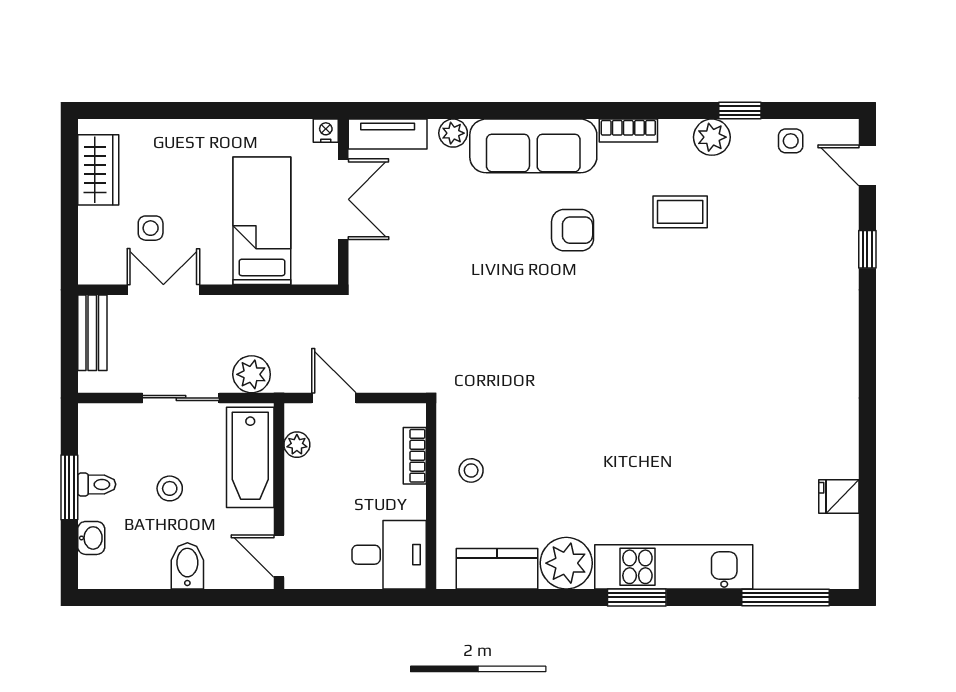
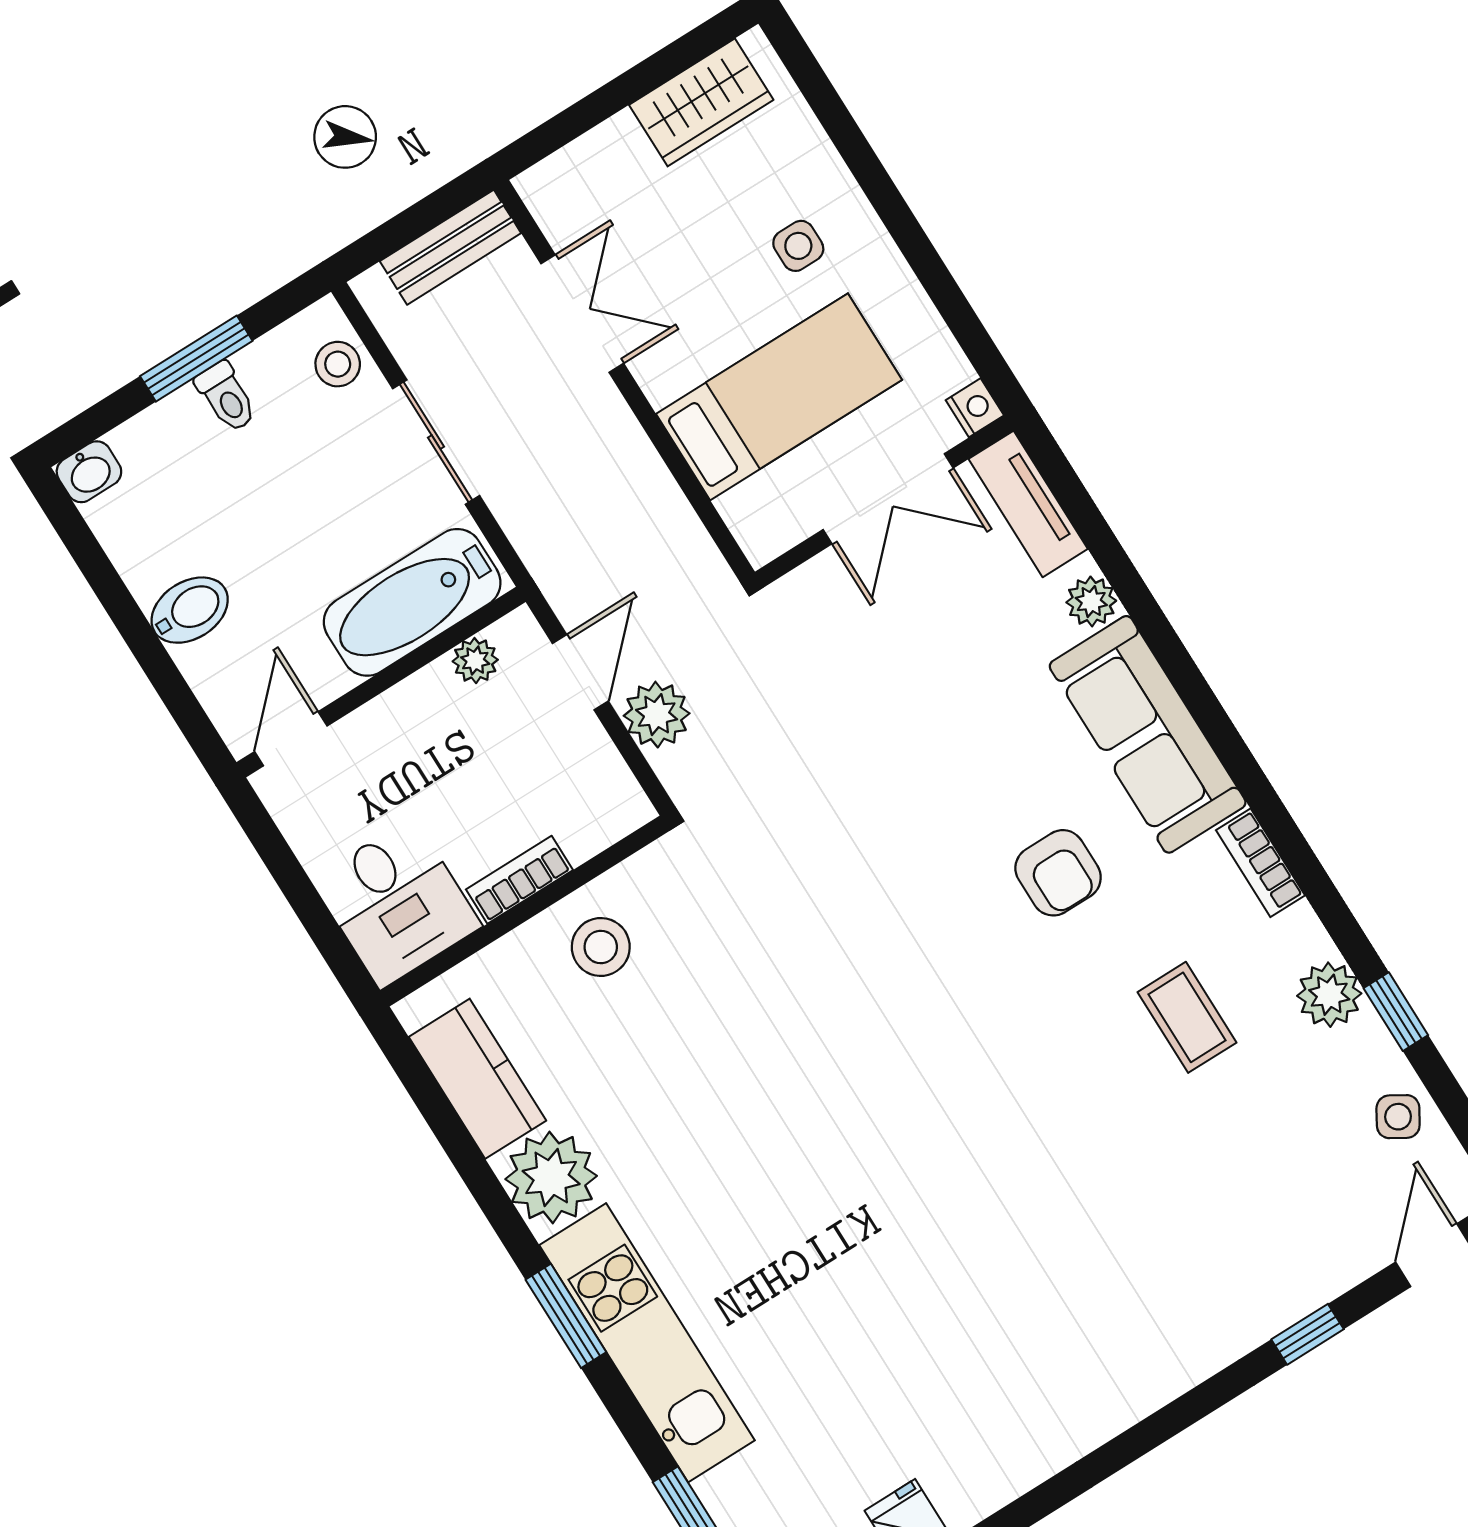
side table: (791, 141) -> (1398, 1117), turned 31
side table: (151, 228) -> (798, 246), moved
plant: (252, 374) -> (657, 715), moved
bookcase: (415, 456) -> (519, 880), moved
stool: (471, 470) -> (601, 947), width x1.37, depth x1.37
stool: (170, 488) -> (338, 364), moved
washbasin: (91, 538) -> (89, 472), moved

